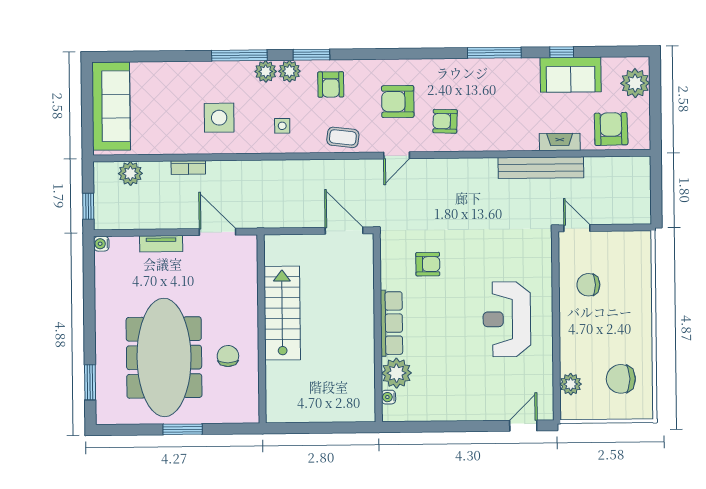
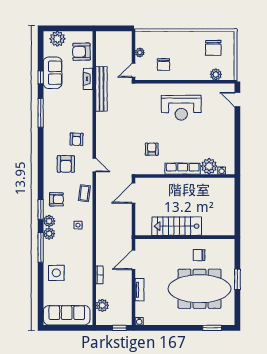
side table: (219, 118) -> (56, 273), moved
plant: (611, 240) -> (140, 52), added

